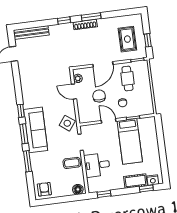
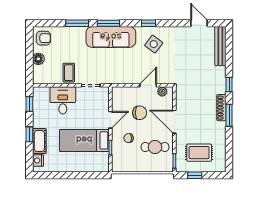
window: (21, 111) -> (149, 23), moved
side table: (67, 123) -> (154, 44), moved
floor lamp: (78, 189) -> (38, 59), moved
window: (146, 189) -> (29, 134), moved

